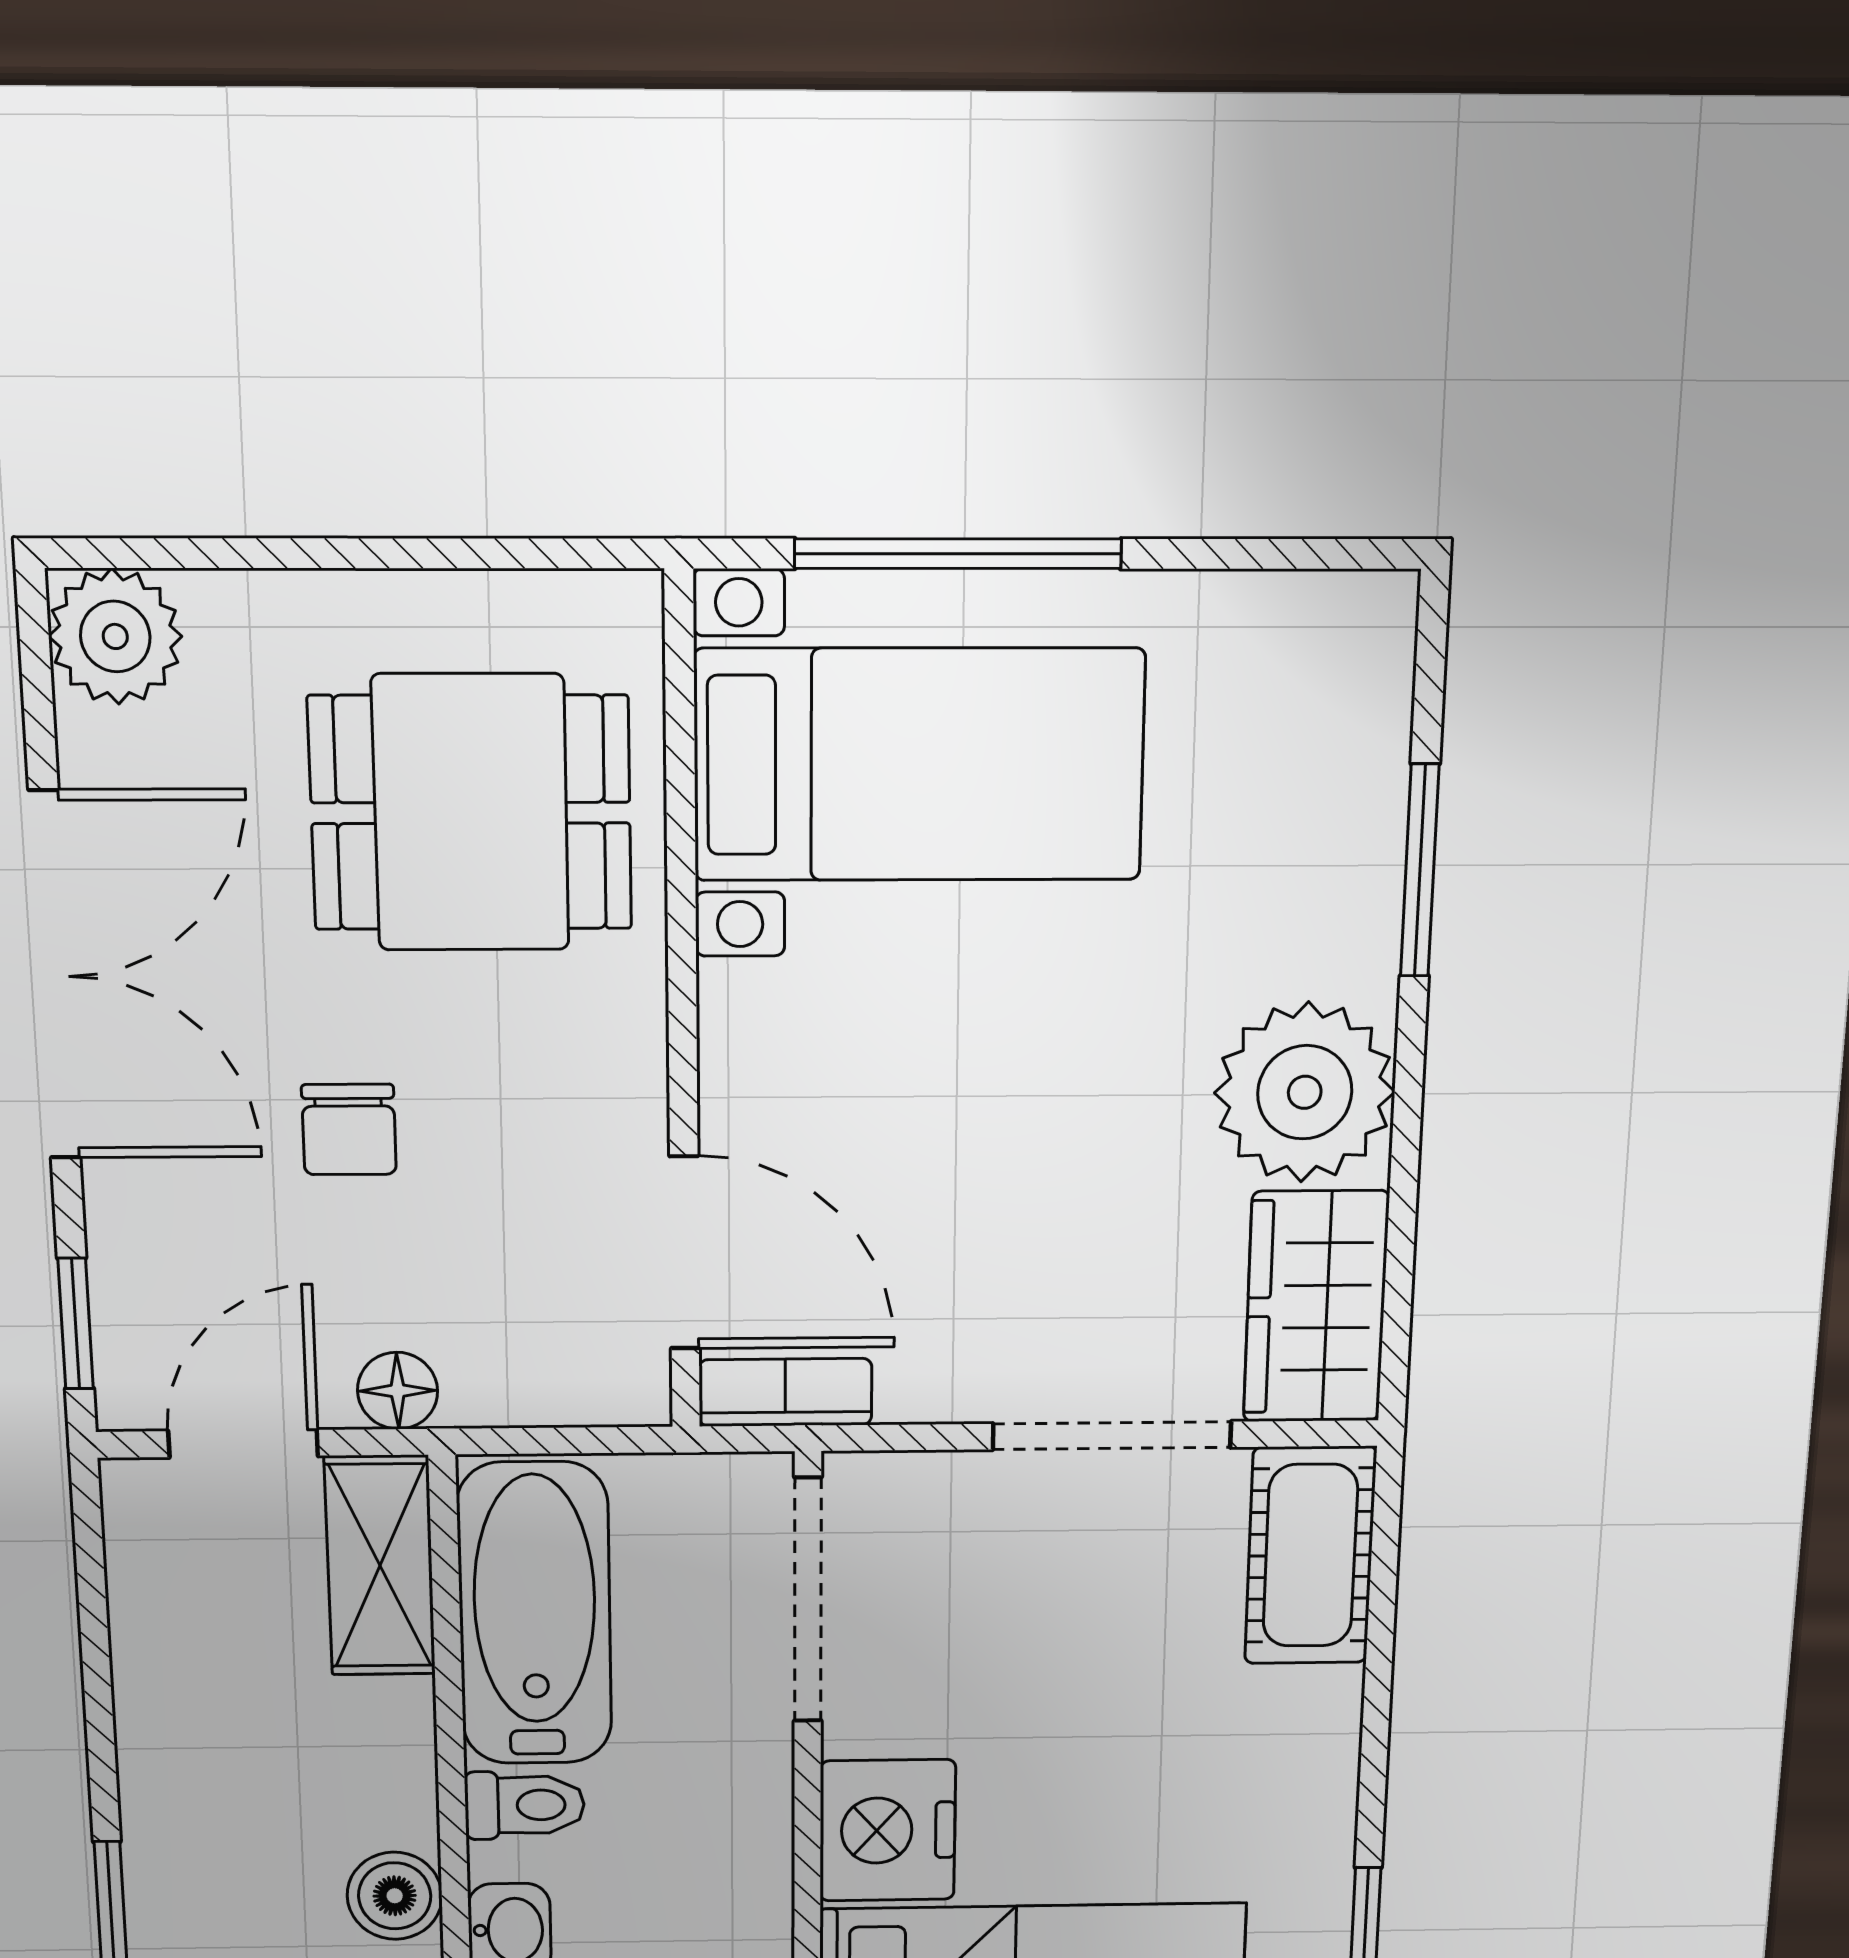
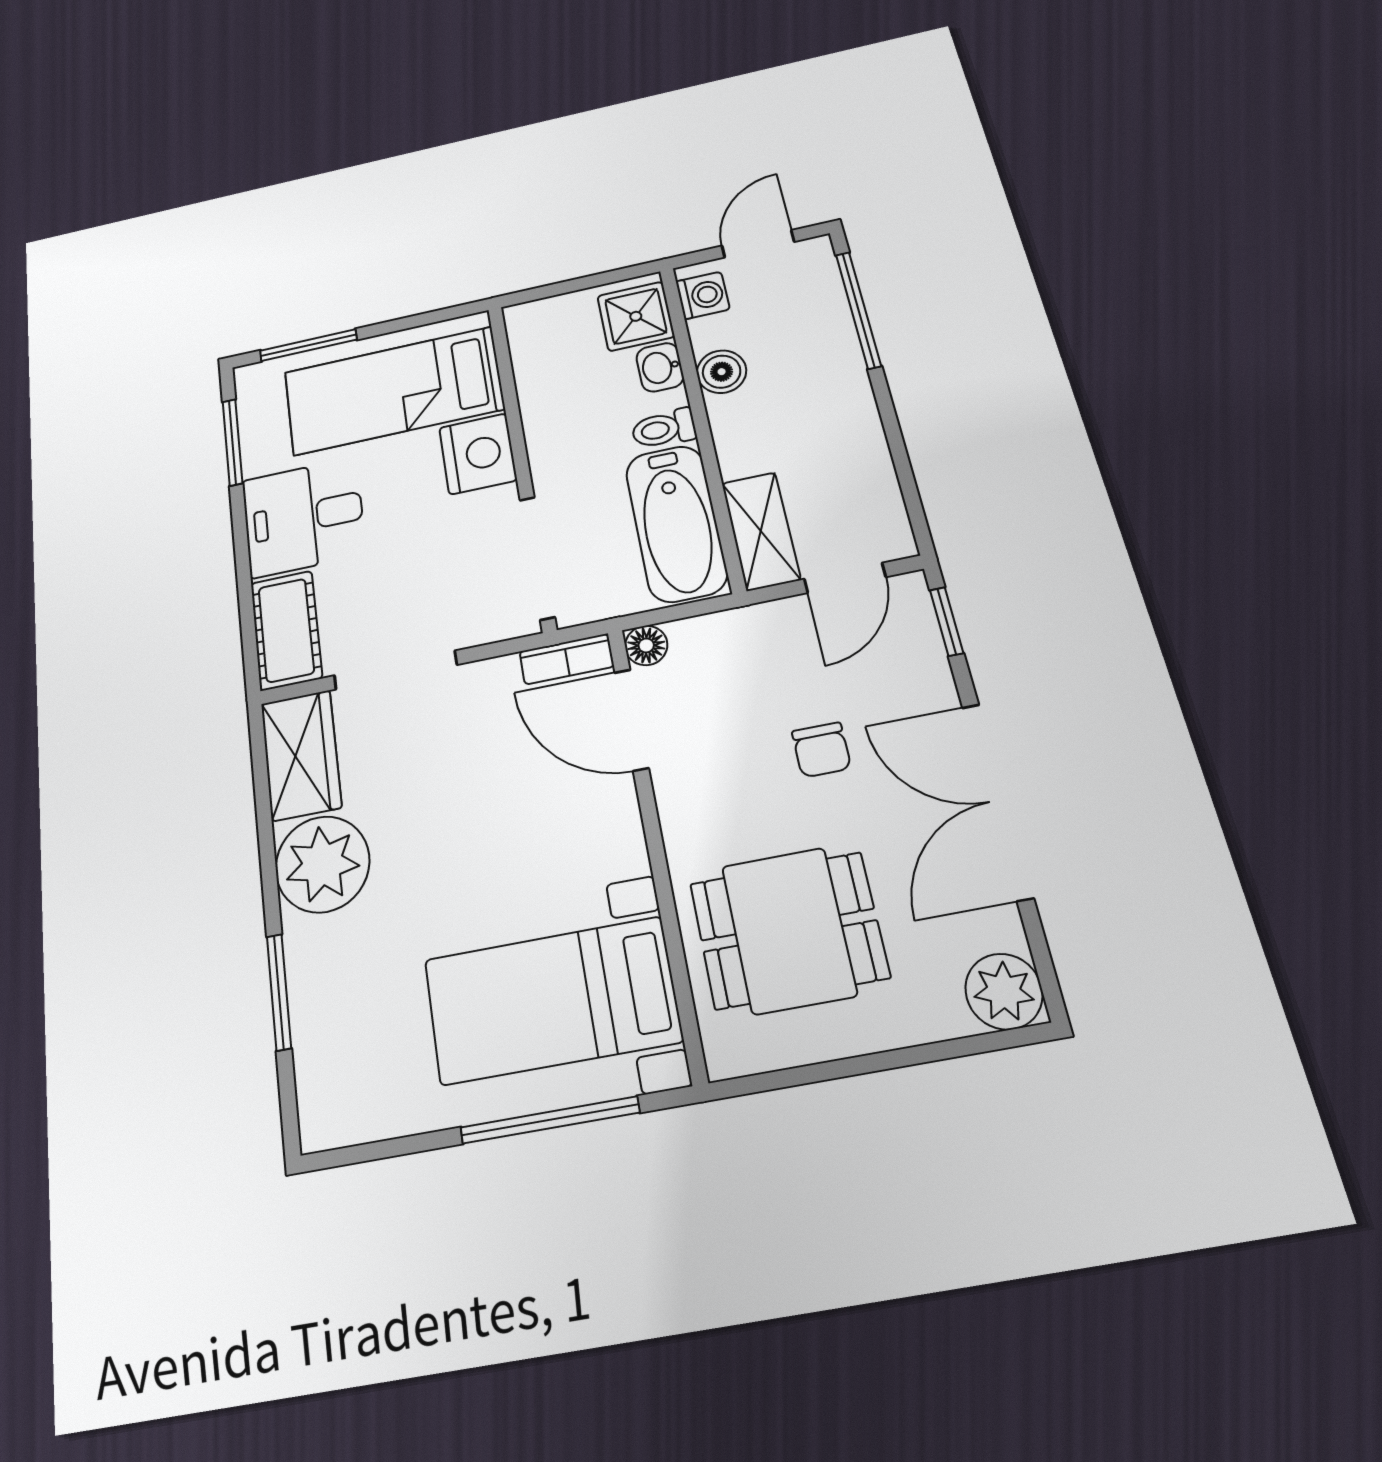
chair: (349, 1129) -> (821, 750), turned 180
floor lamp: (398, 1391) -> (646, 645), moved
desk: (1245, 1774) -> (304, 517), added

